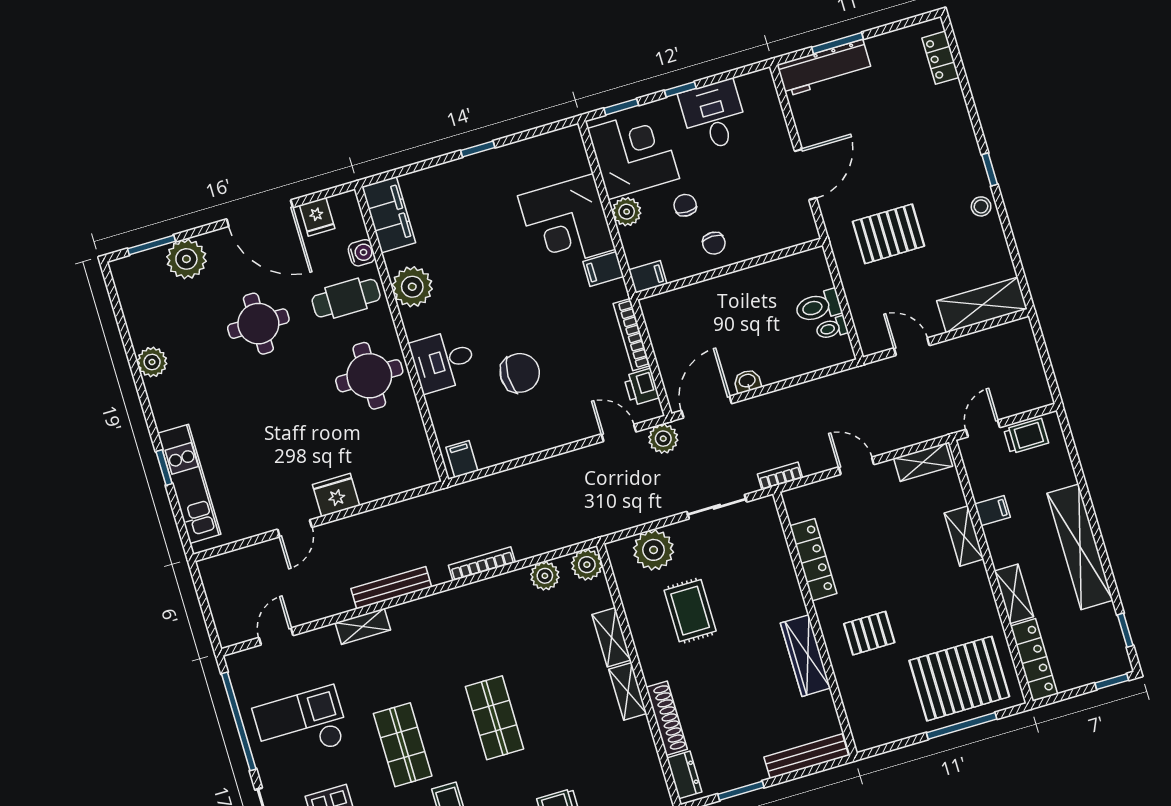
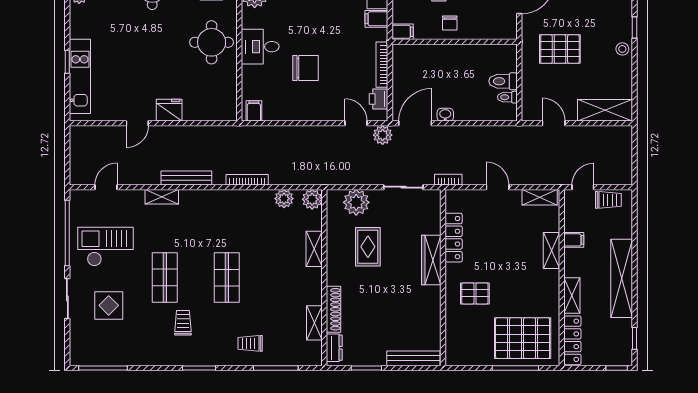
wardrobe: (806, 656) -> (431, 260), moved
shelving: (628, 691) -> (314, 323), moved

